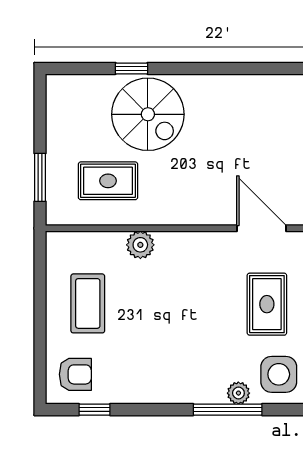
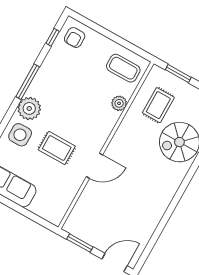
coffee table: (88, 303) -> (123, 68), moved
plant: (238, 393) -> (29, 108), width x1.87, depth x1.87
window: (228, 410) -> (28, 82), moved

